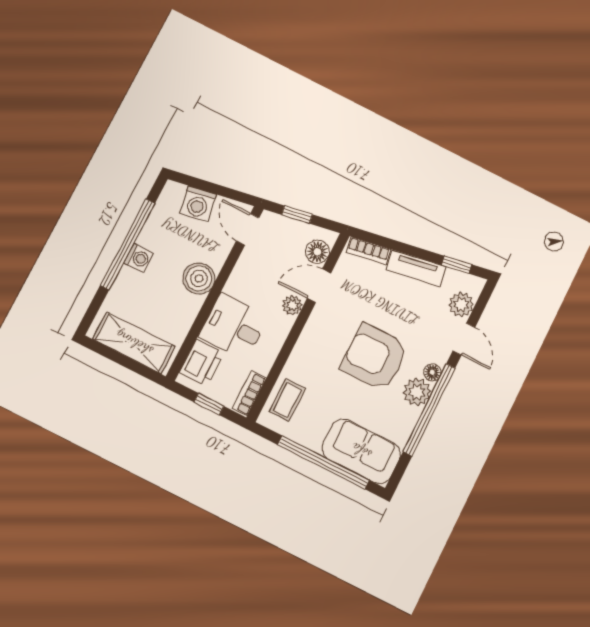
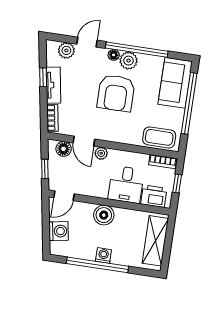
window: (457, 265) -> (43, 77), moved
coffee table: (287, 400) -> (159, 137), width x1.36, depth x1.30

